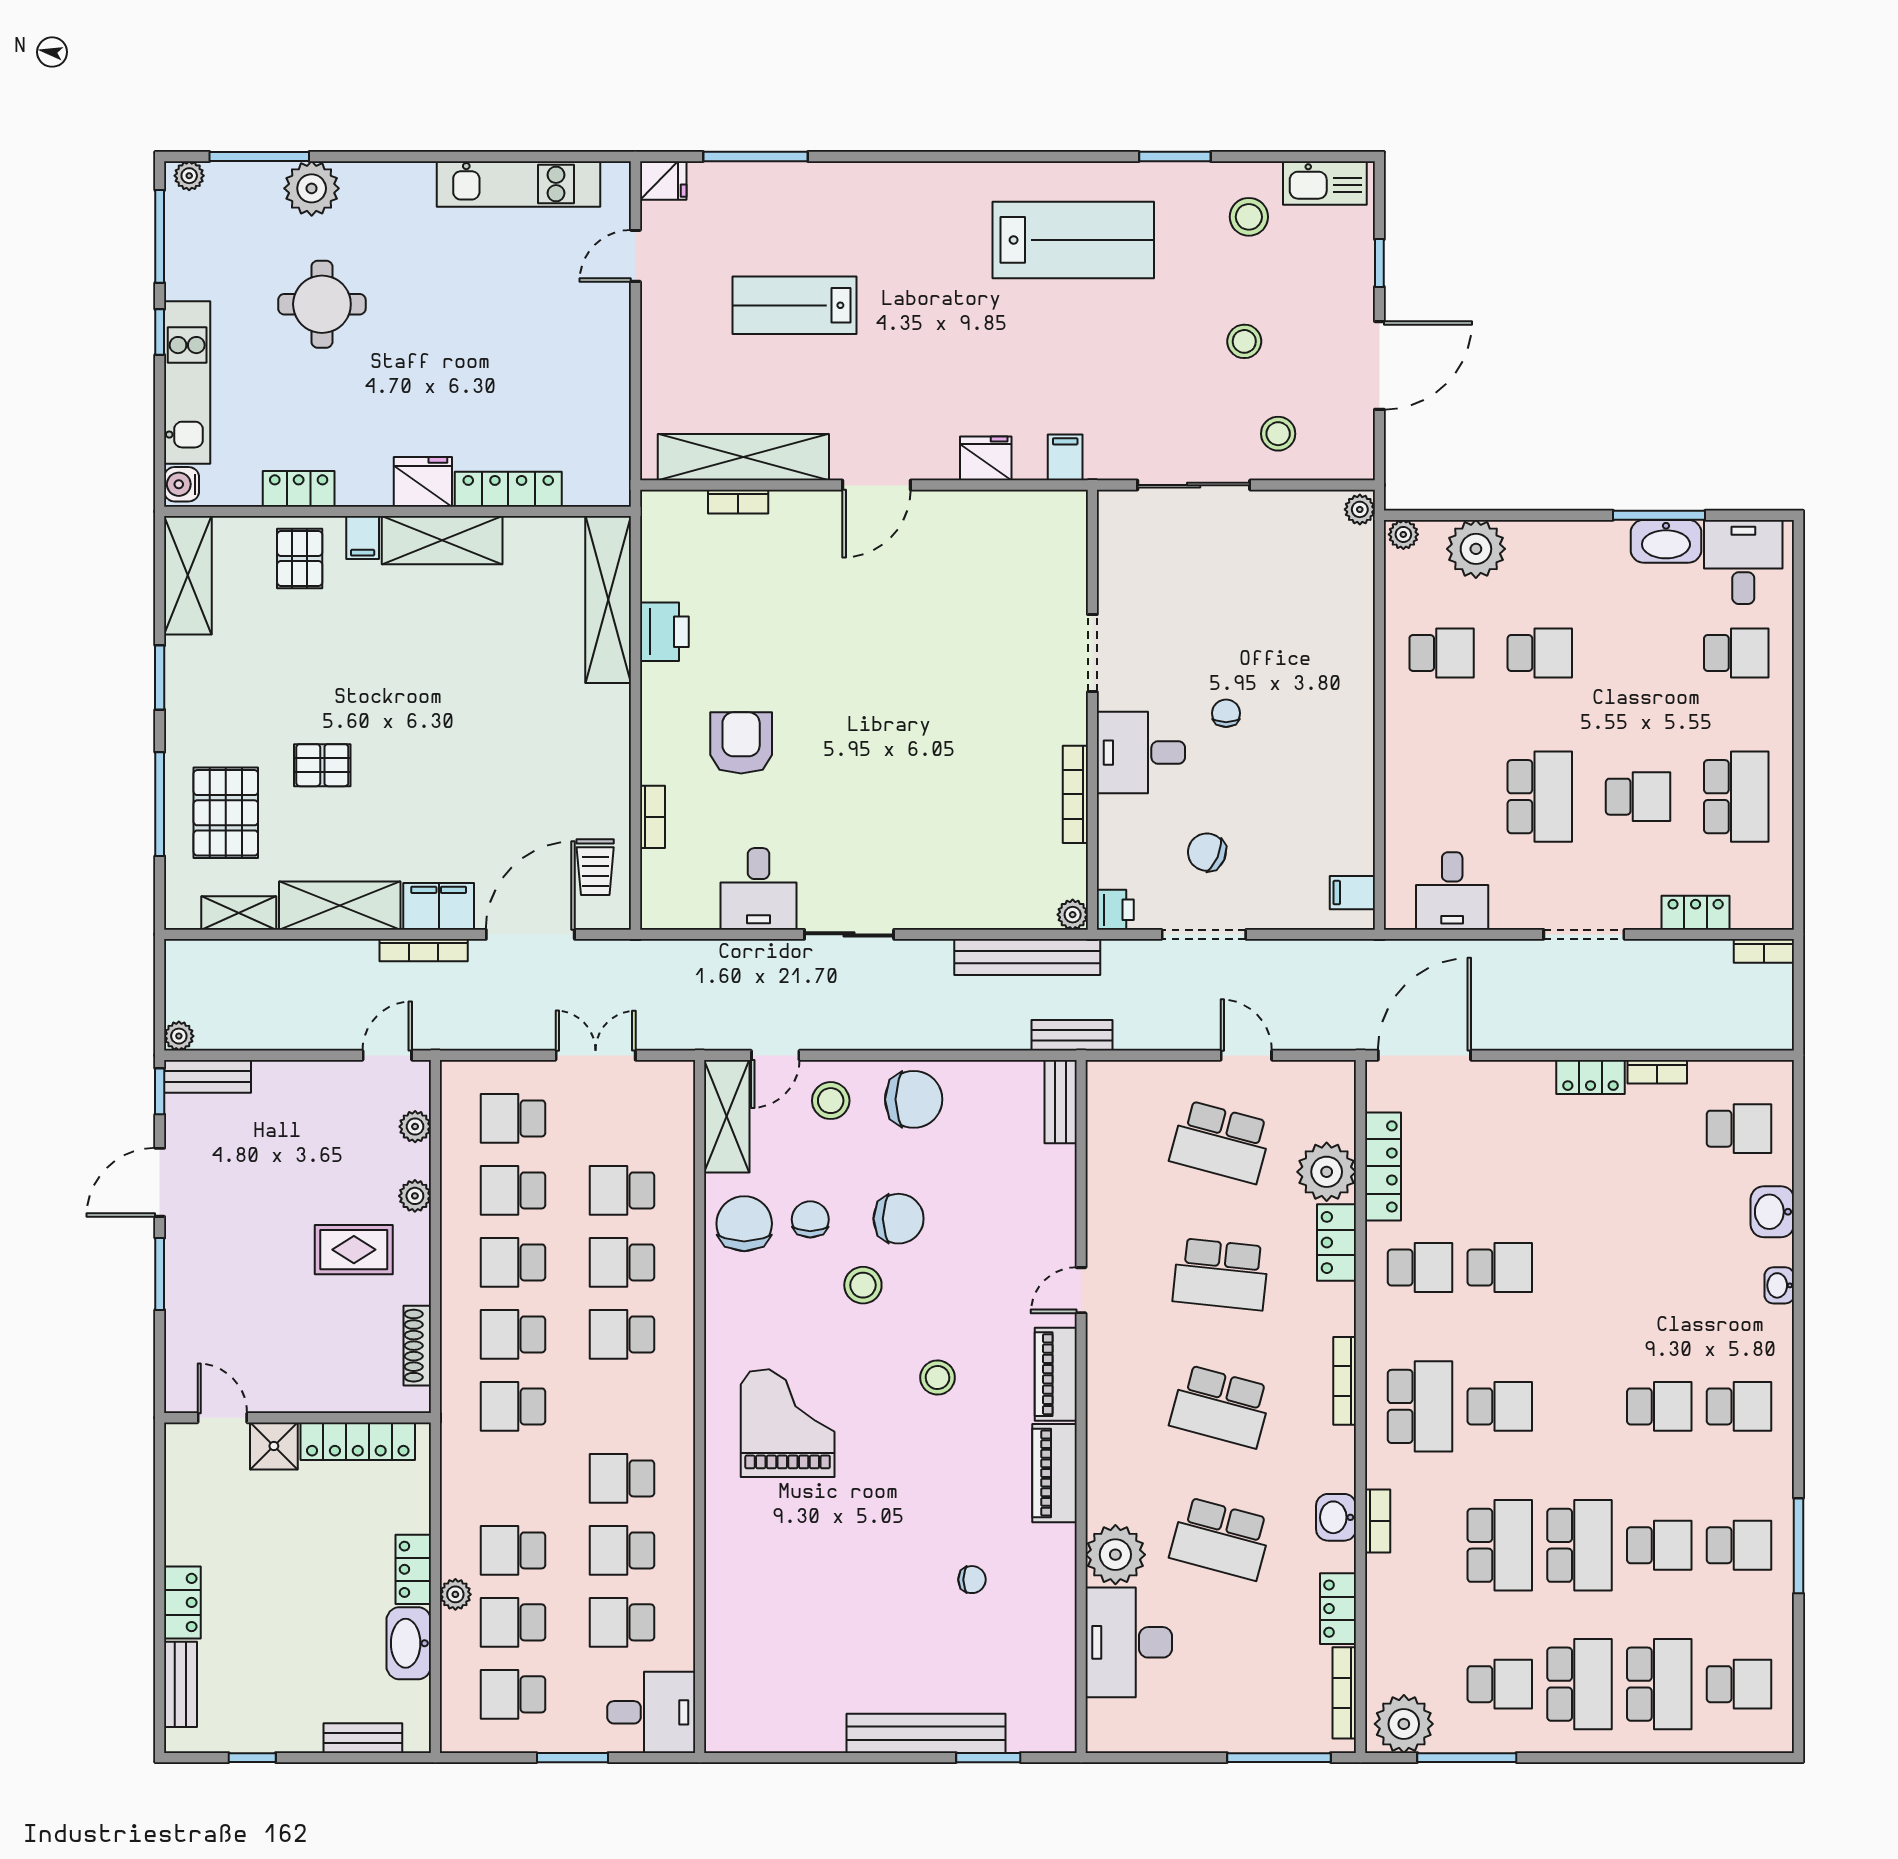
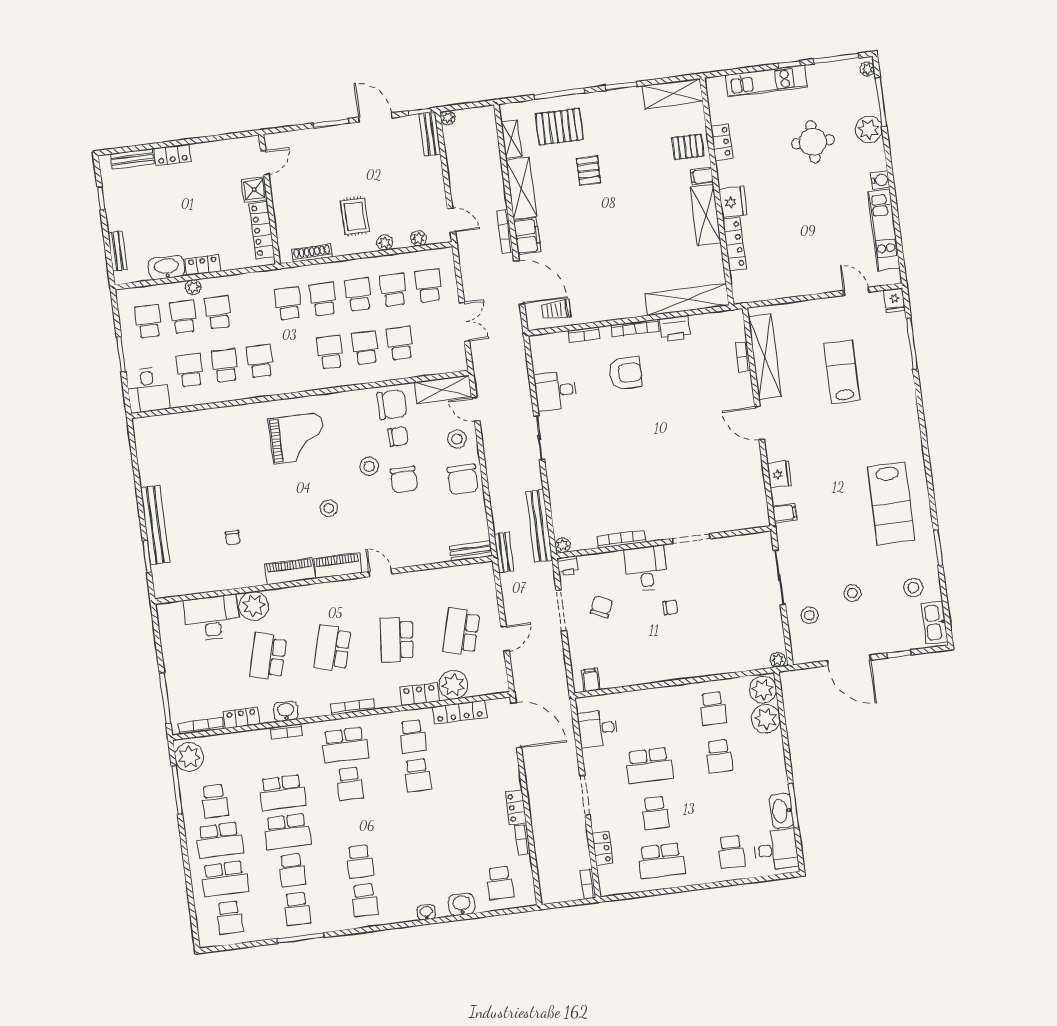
water cooler: (182, 484) -> (880, 180), moved, turned 90
plant: (1403, 534) -> (763, 690), width x1.87, depth x1.87
bookcase: (652, 712) -> (635, 328), added

